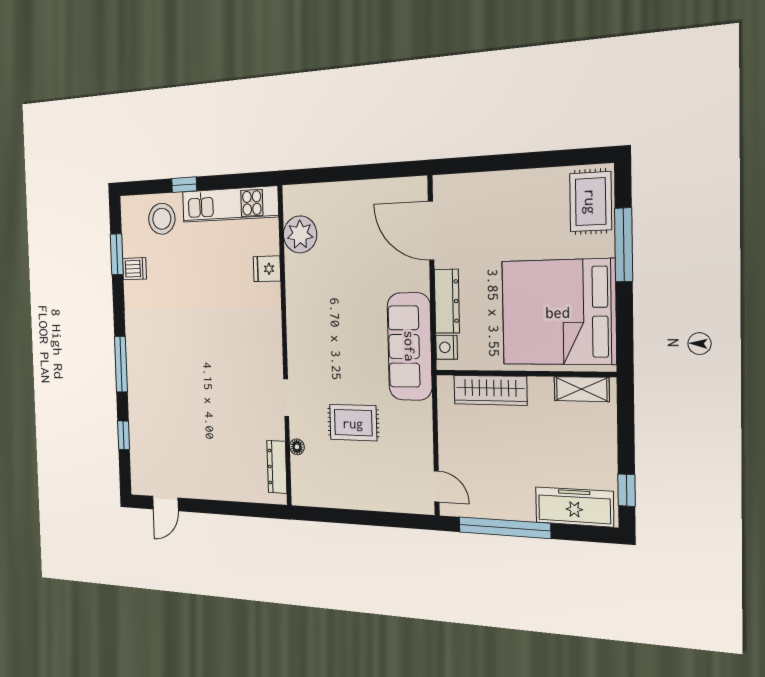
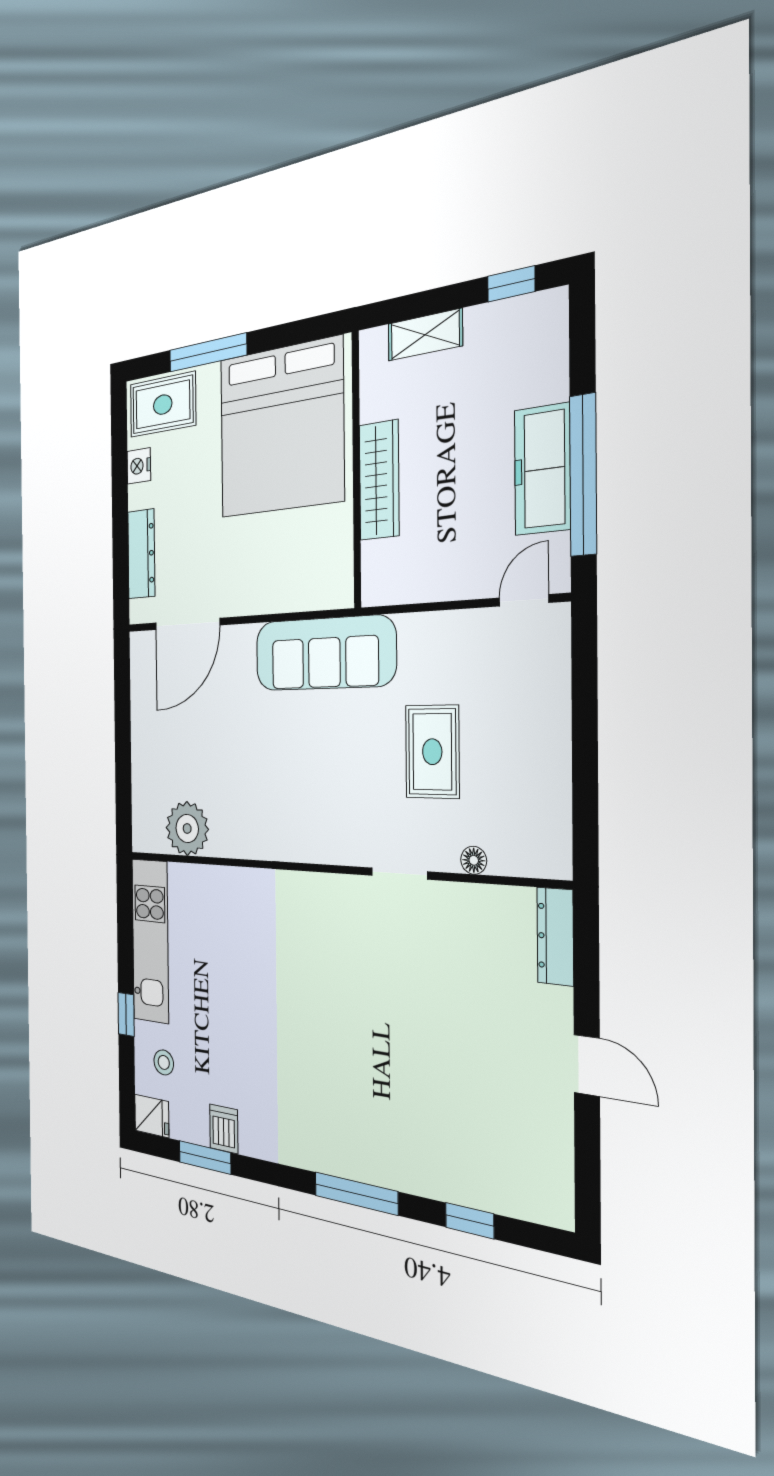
stool: (162, 219) -> (164, 1062), width x0.53, depth x0.53
fridge: (267, 269) -> (152, 1116), moved, turned -90
dresser: (447, 301) -> (141, 554), moved, turned 90
nightstand: (447, 347) -> (139, 466), moved, turned 90
shelving: (582, 389) -> (425, 335), moved, turned 90
wardrobe: (490, 390) -> (379, 480), moved
dresser: (277, 467) -> (555, 936), moved, turned 90
door: (165, 504) -> (587, 1065), moved
freezer: (574, 507) -> (542, 469), moved

